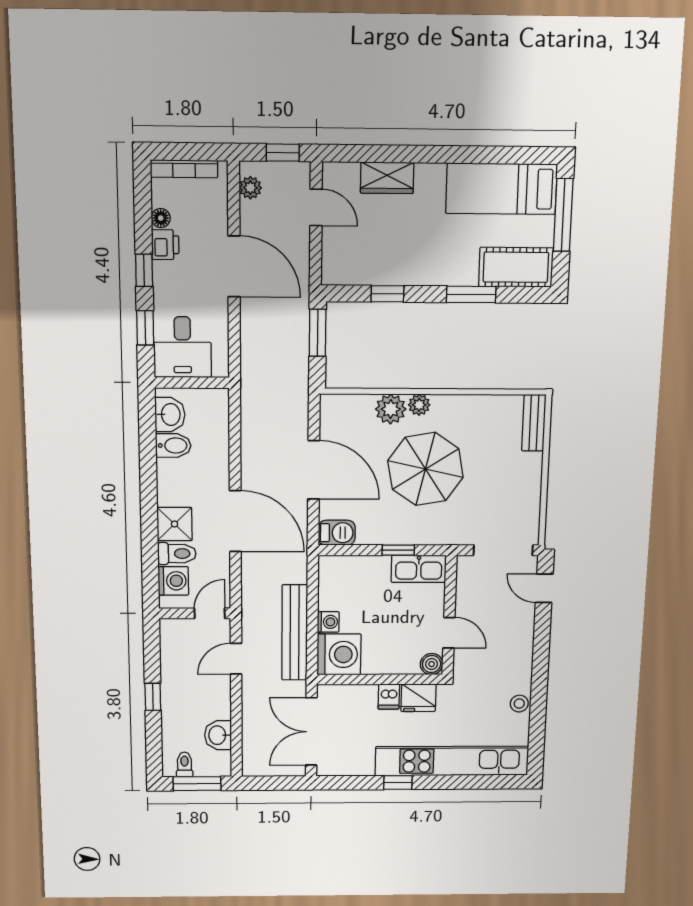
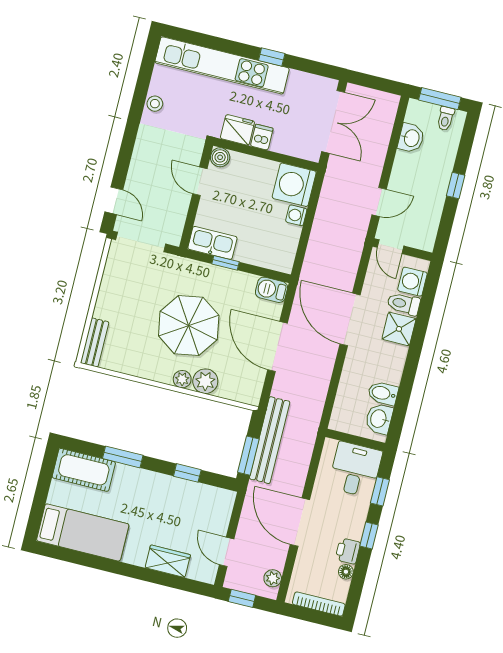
window: (563, 215) -> (39, 501), removed
door: (210, 613) -> (390, 247), hinge flipped
bench: (295, 633) -> (270, 440), moved

